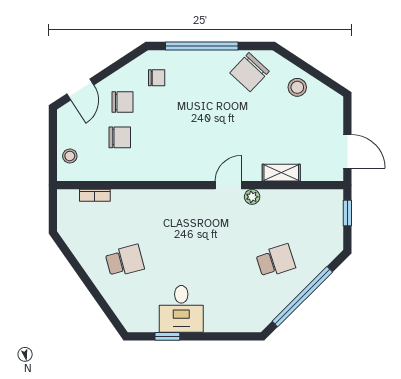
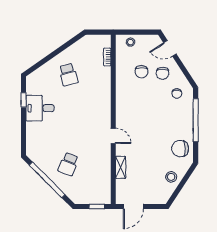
chair: (250, 72) -> (180, 149), turned -43
plant: (252, 197) -> (106, 150), removed
school desk: (276, 261) -> (68, 164), turned 39

